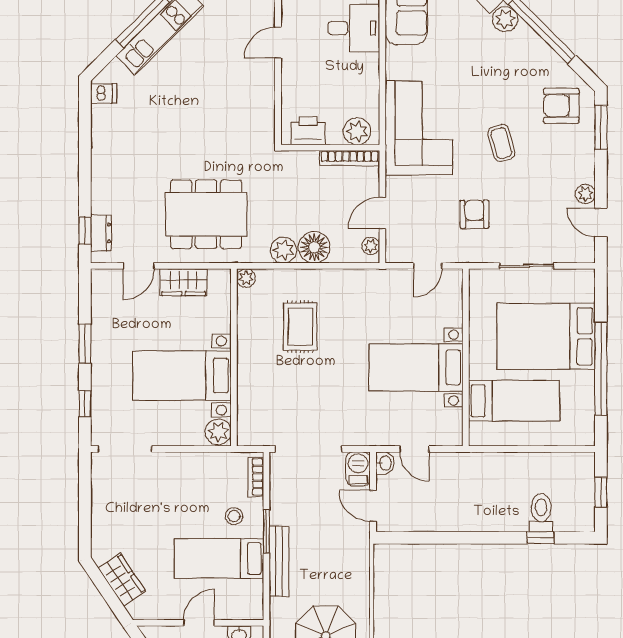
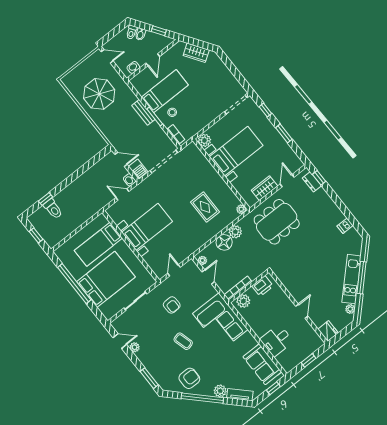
dishwasher: (104, 93) -> (345, 226), moved
armchair: (561, 106) -> (189, 378), moved
bench: (279, 561) -> (143, 112), width x0.73

